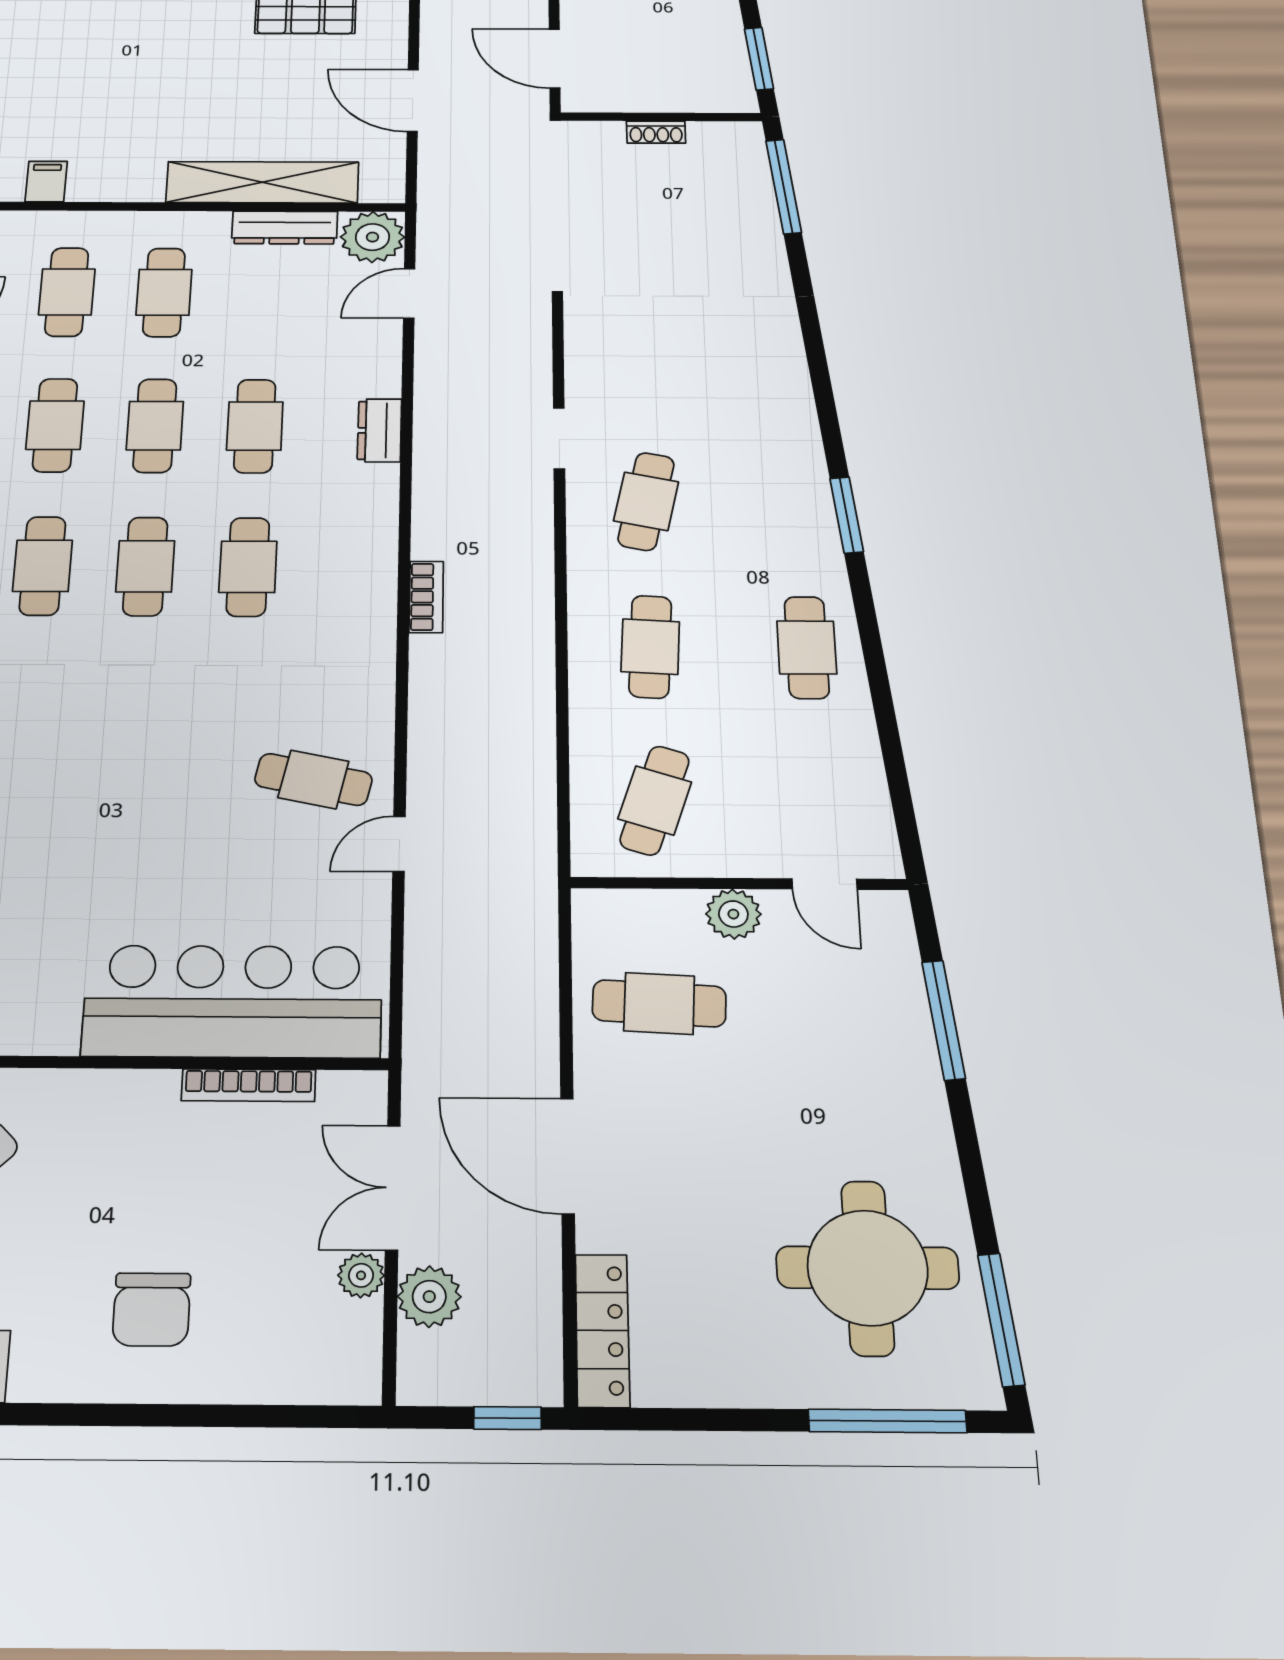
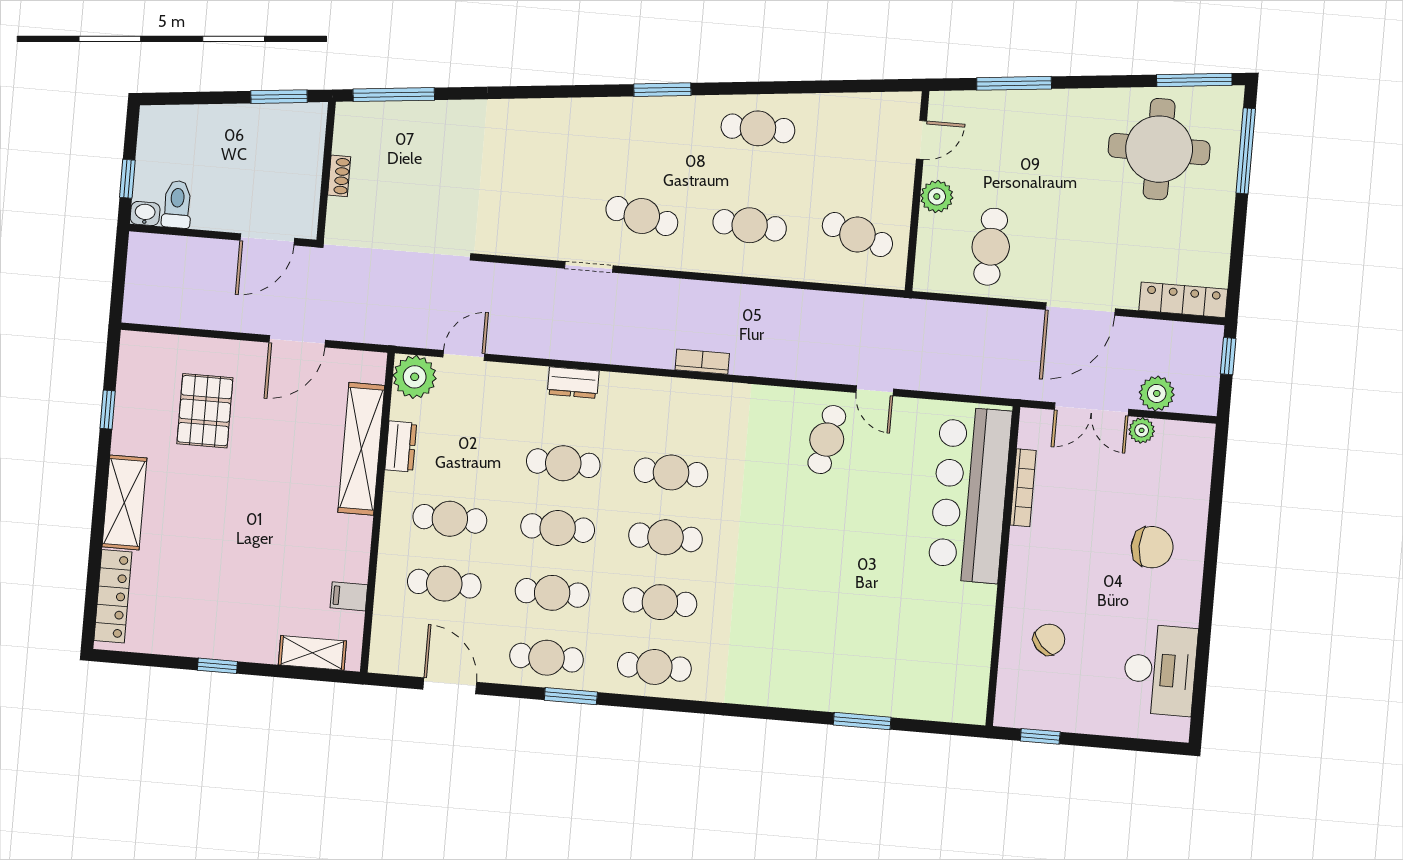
dresser: (285, 228) -> (401, 446), width x0.70
door: (409, 293) -> (464, 356), swing flipped

